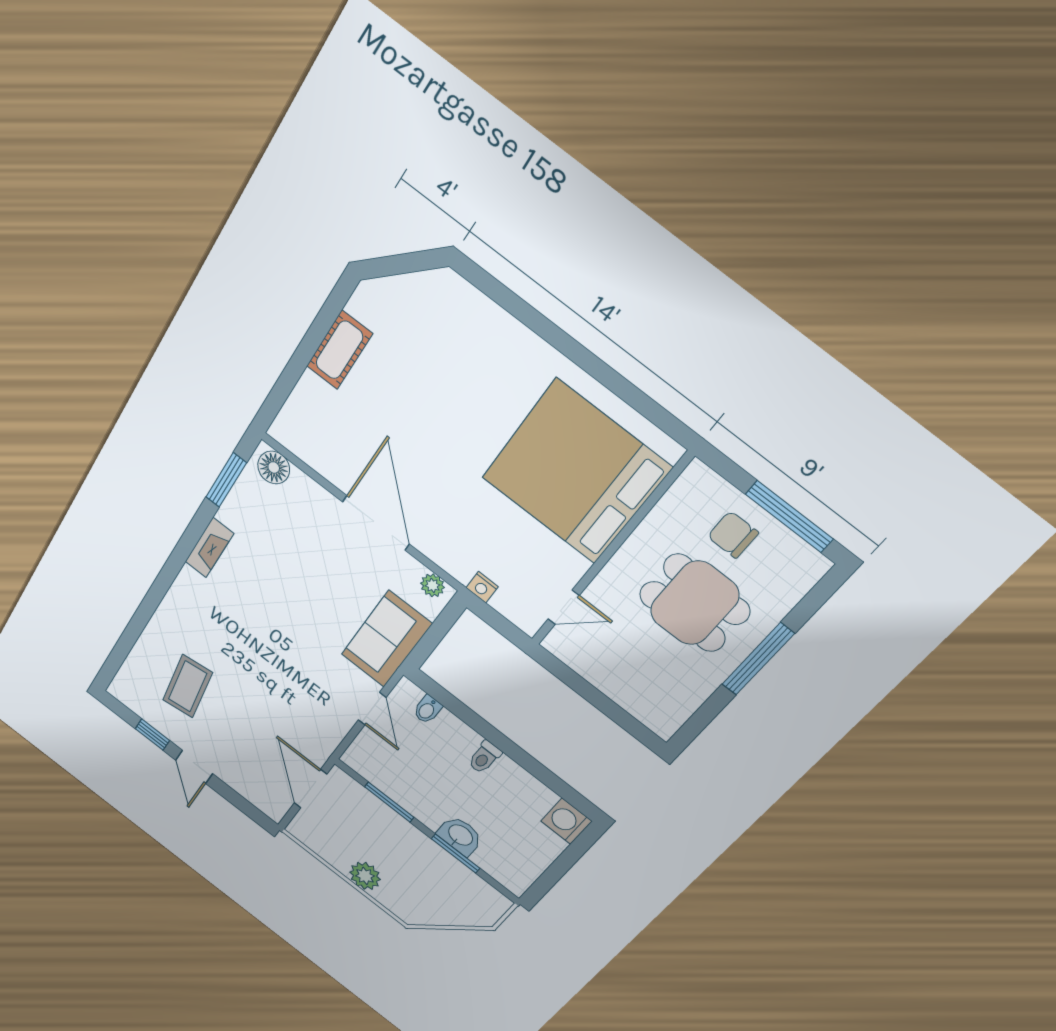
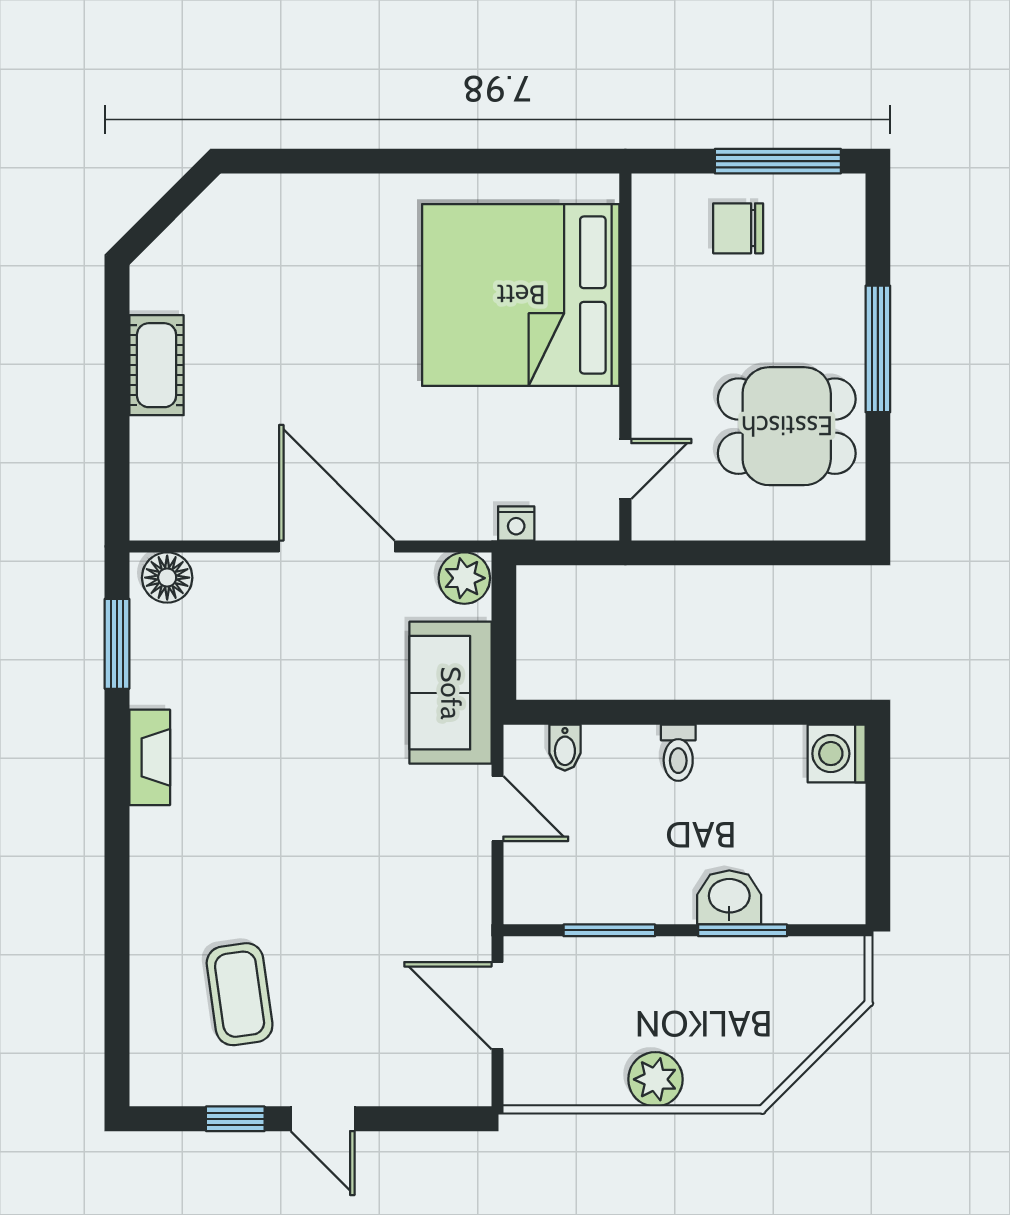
plant: (433, 585) -> (464, 578), width x1.38, depth x1.38
dining table: (694, 603) -> (787, 426), moved

